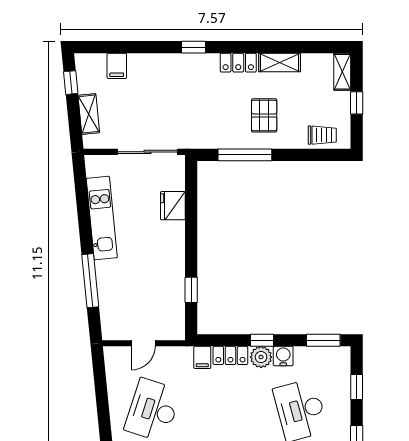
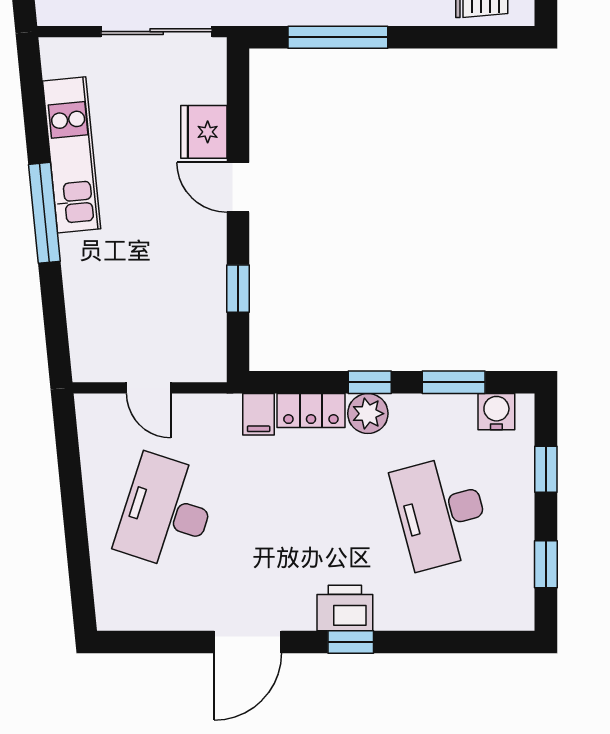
door: (191, 235) -> (238, 187), added
window: (90, 281) -> (44, 213), moved
window: (323, 340) -> (454, 382), moved
door: (143, 343) -> (149, 388), hinge flipped
water cooler: (283, 356) -> (496, 412), moved

